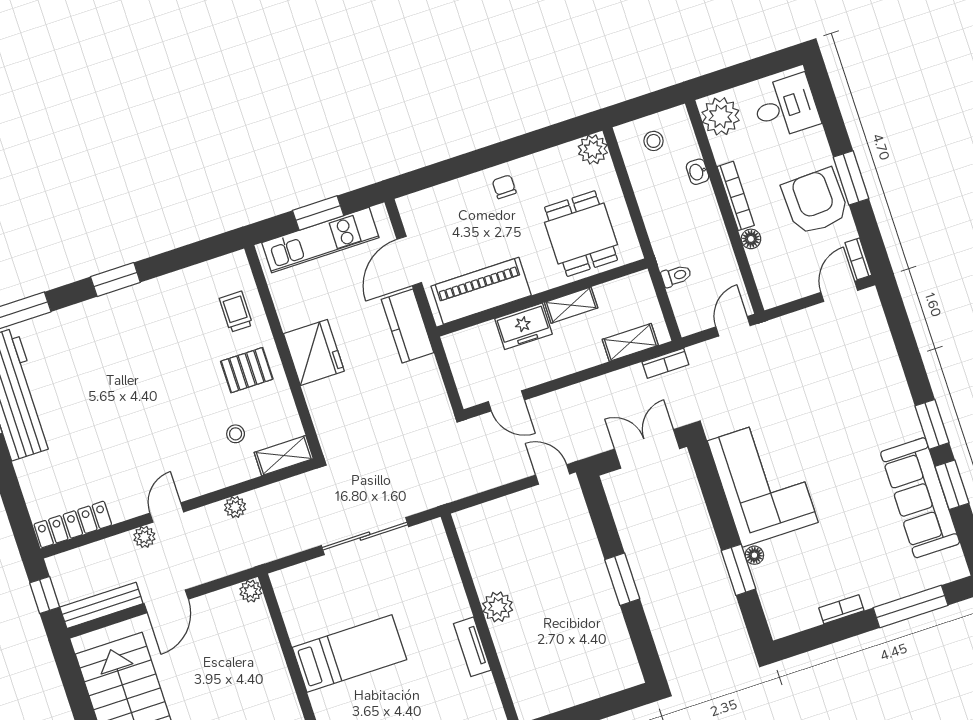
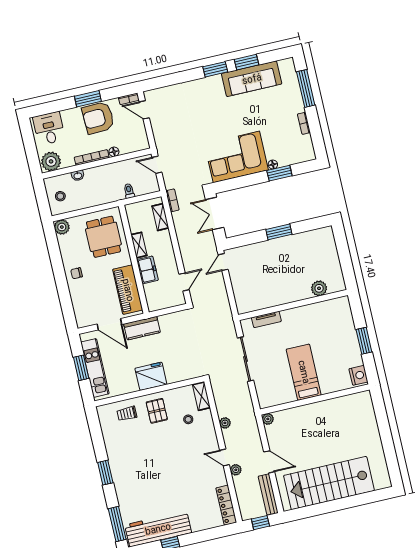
dining table: (581, 234) -> (103, 237), turned 90
plant: (498, 607) -> (319, 288), moved
tv unit: (472, 647) -> (266, 319), moved

